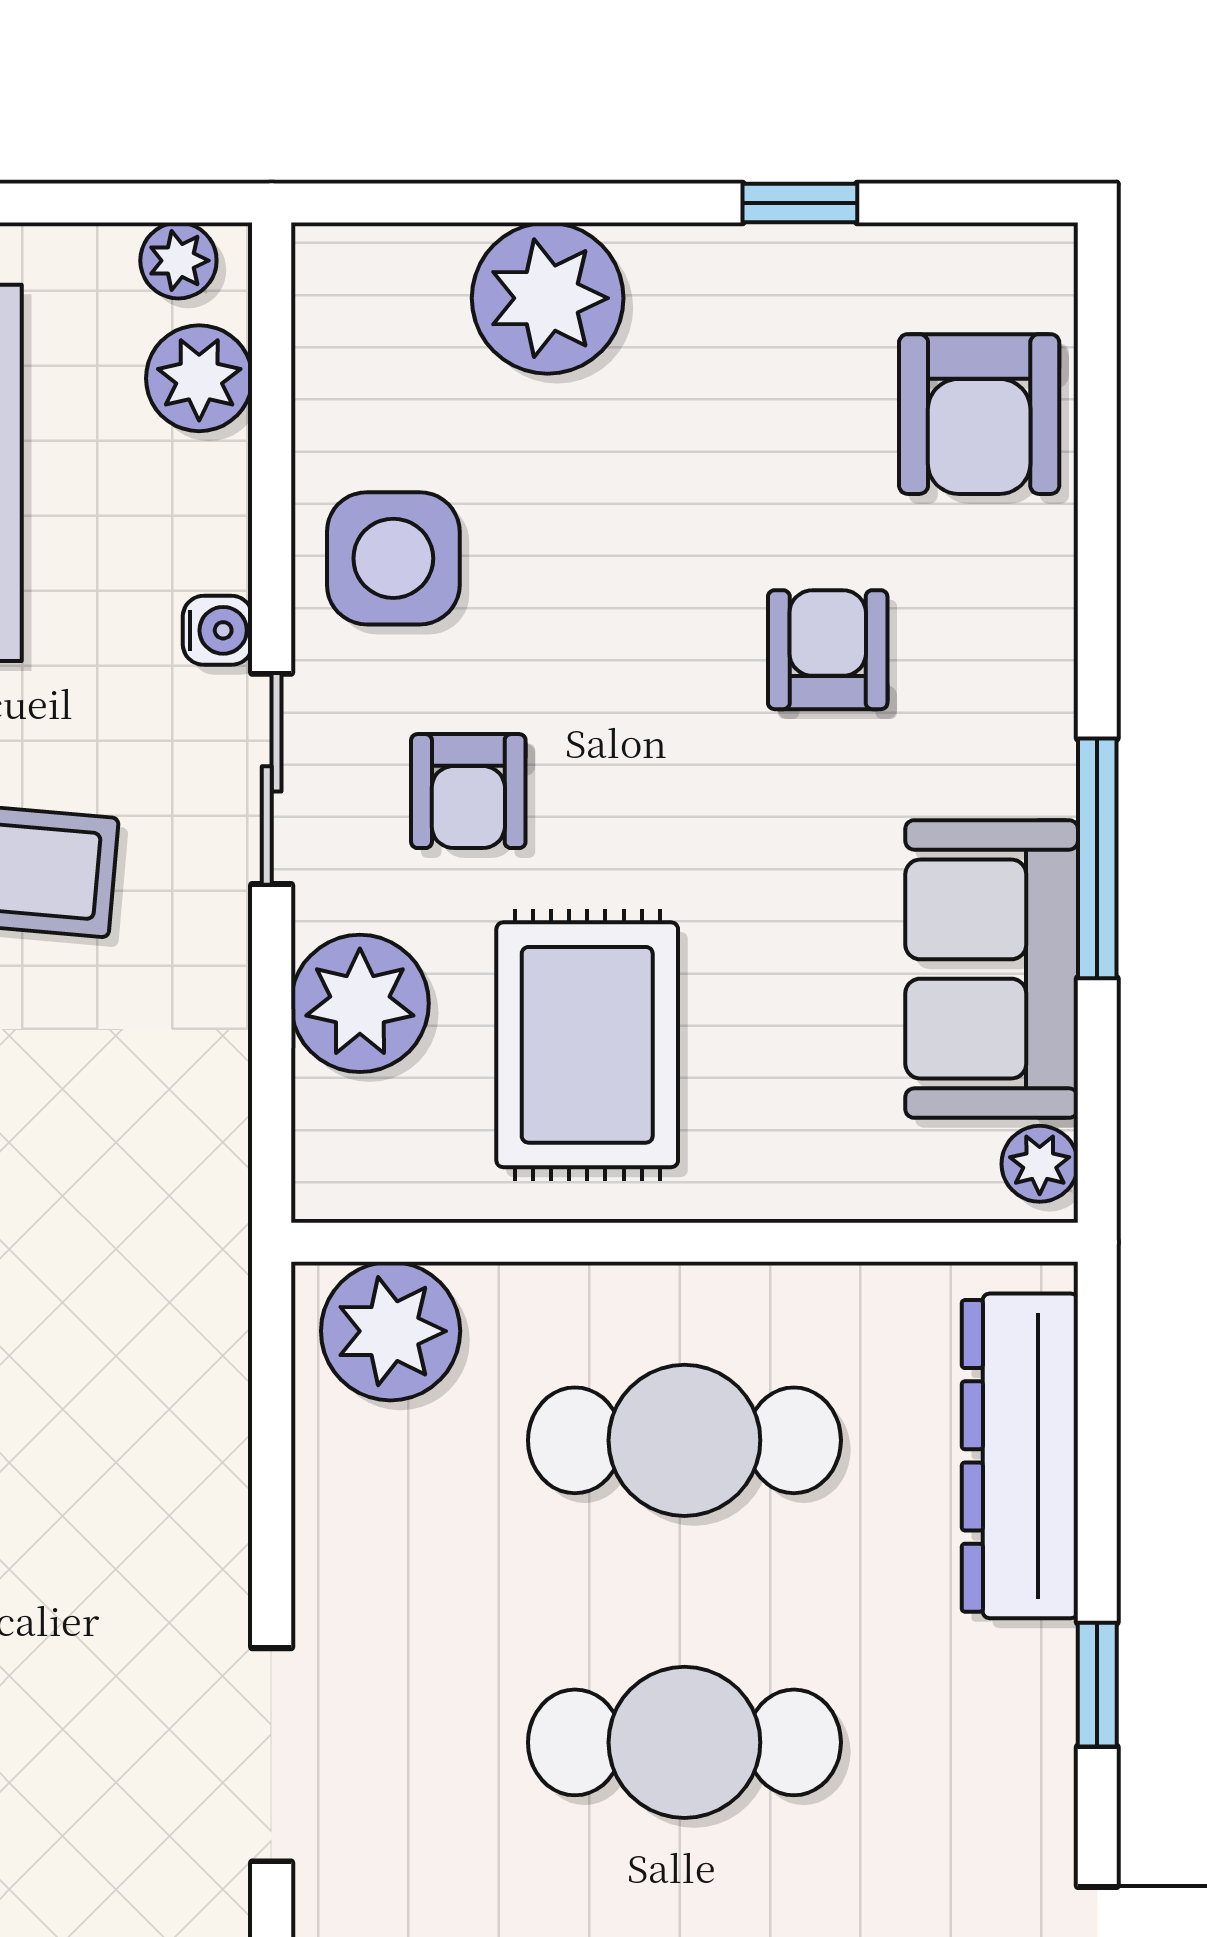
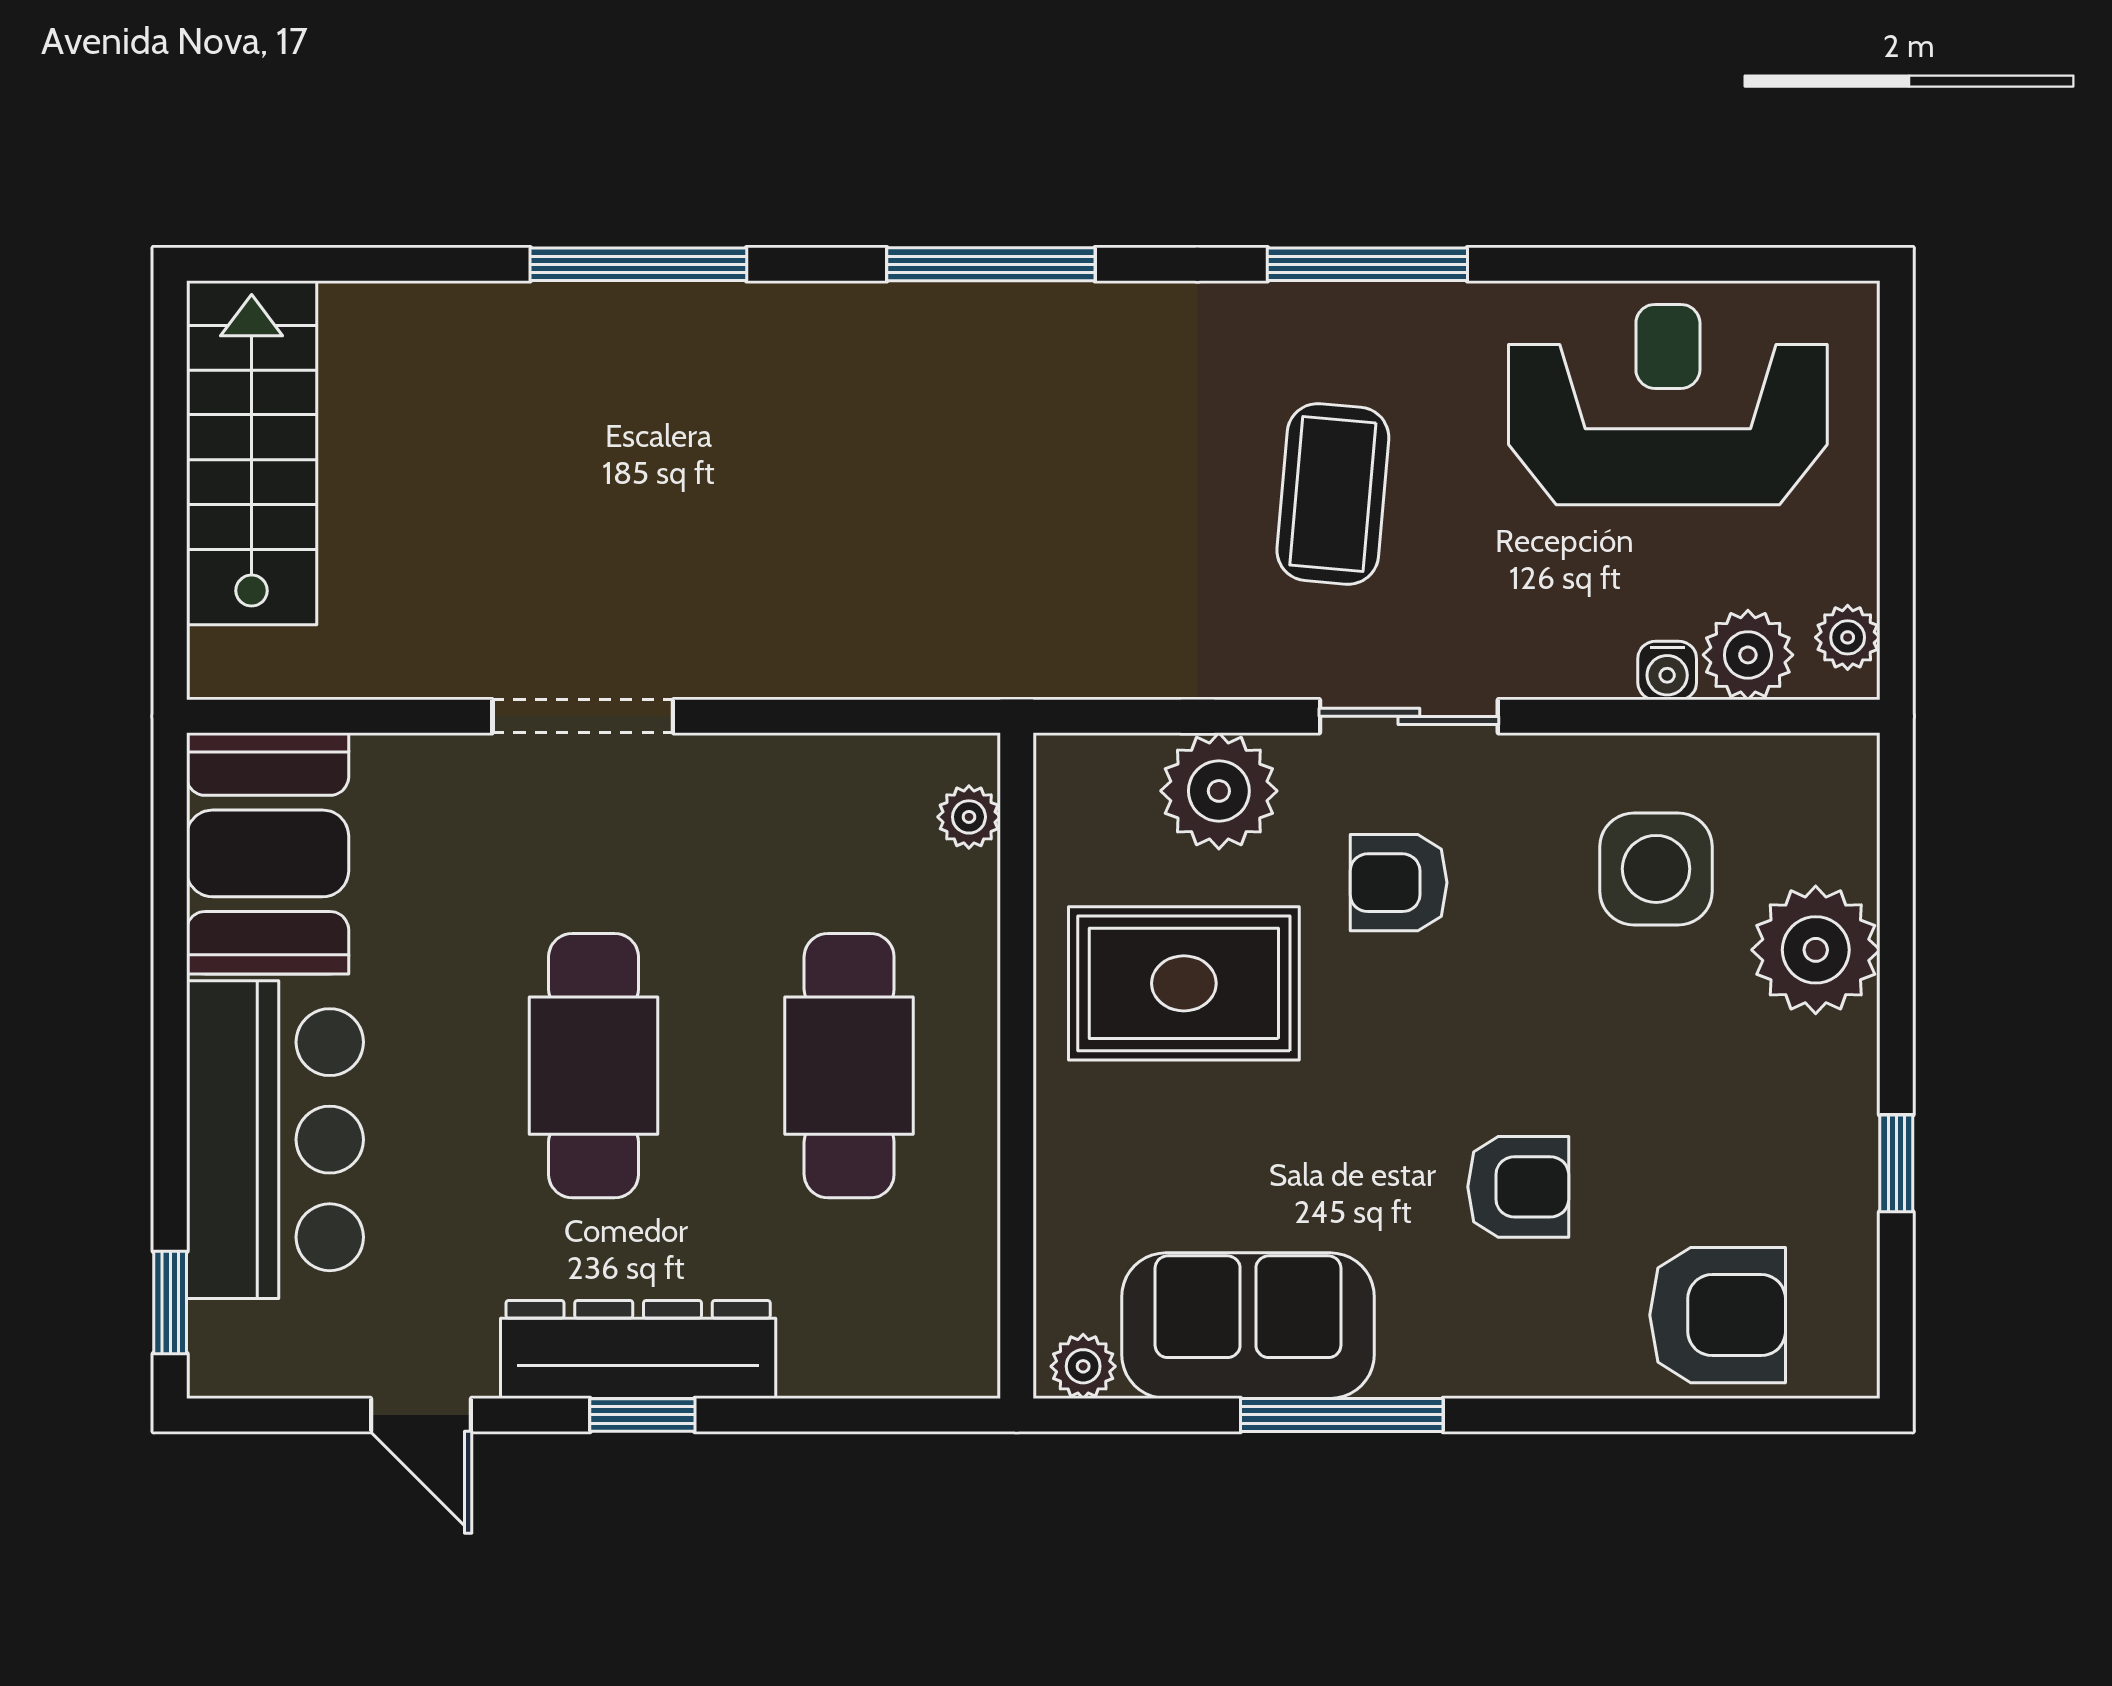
armchair: (979, 414) -> (1718, 1315), turned 180
side table: (393, 558) -> (1656, 869), moved
water cooler: (218, 630) -> (1667, 671), moved
plant: (391, 1331) -> (969, 817), width x0.53, depth x0.53
dresser: (1020, 1456) -> (638, 1349), moved

